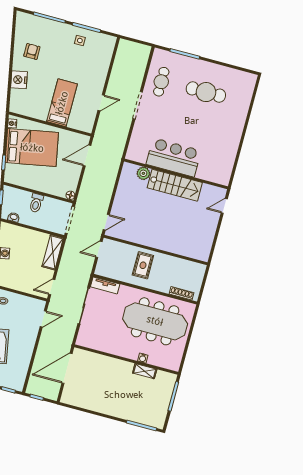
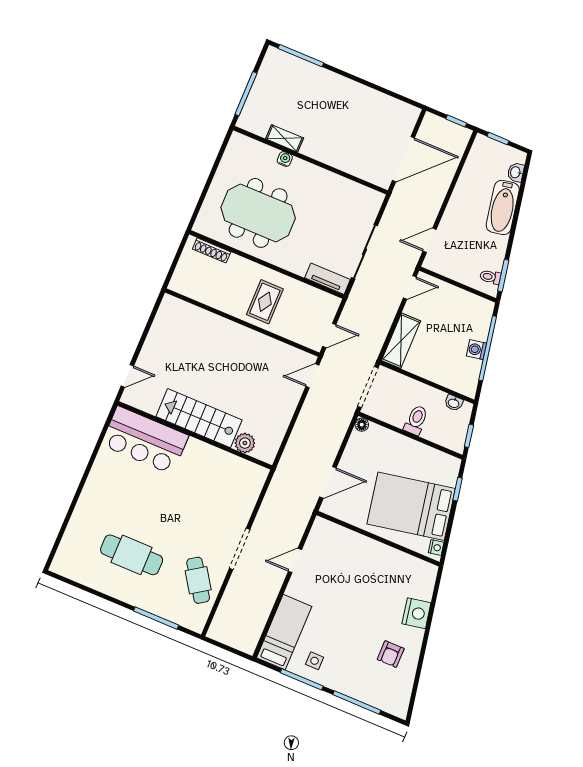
cafe table: (161, 82) -> (198, 580), turned -34
bed: (62, 103) -> (284, 632), moved, turned 180
bar counter: (174, 157) -> (145, 440), moved
meeting table: (155, 321) -> (258, 213), width x0.73

